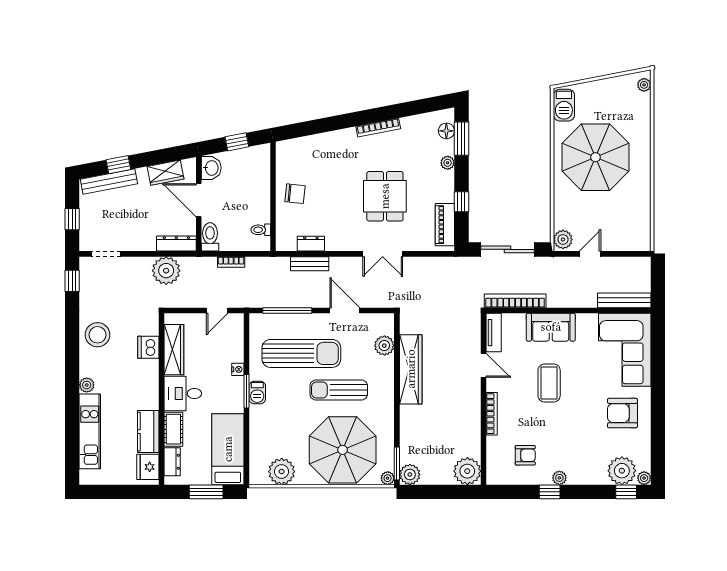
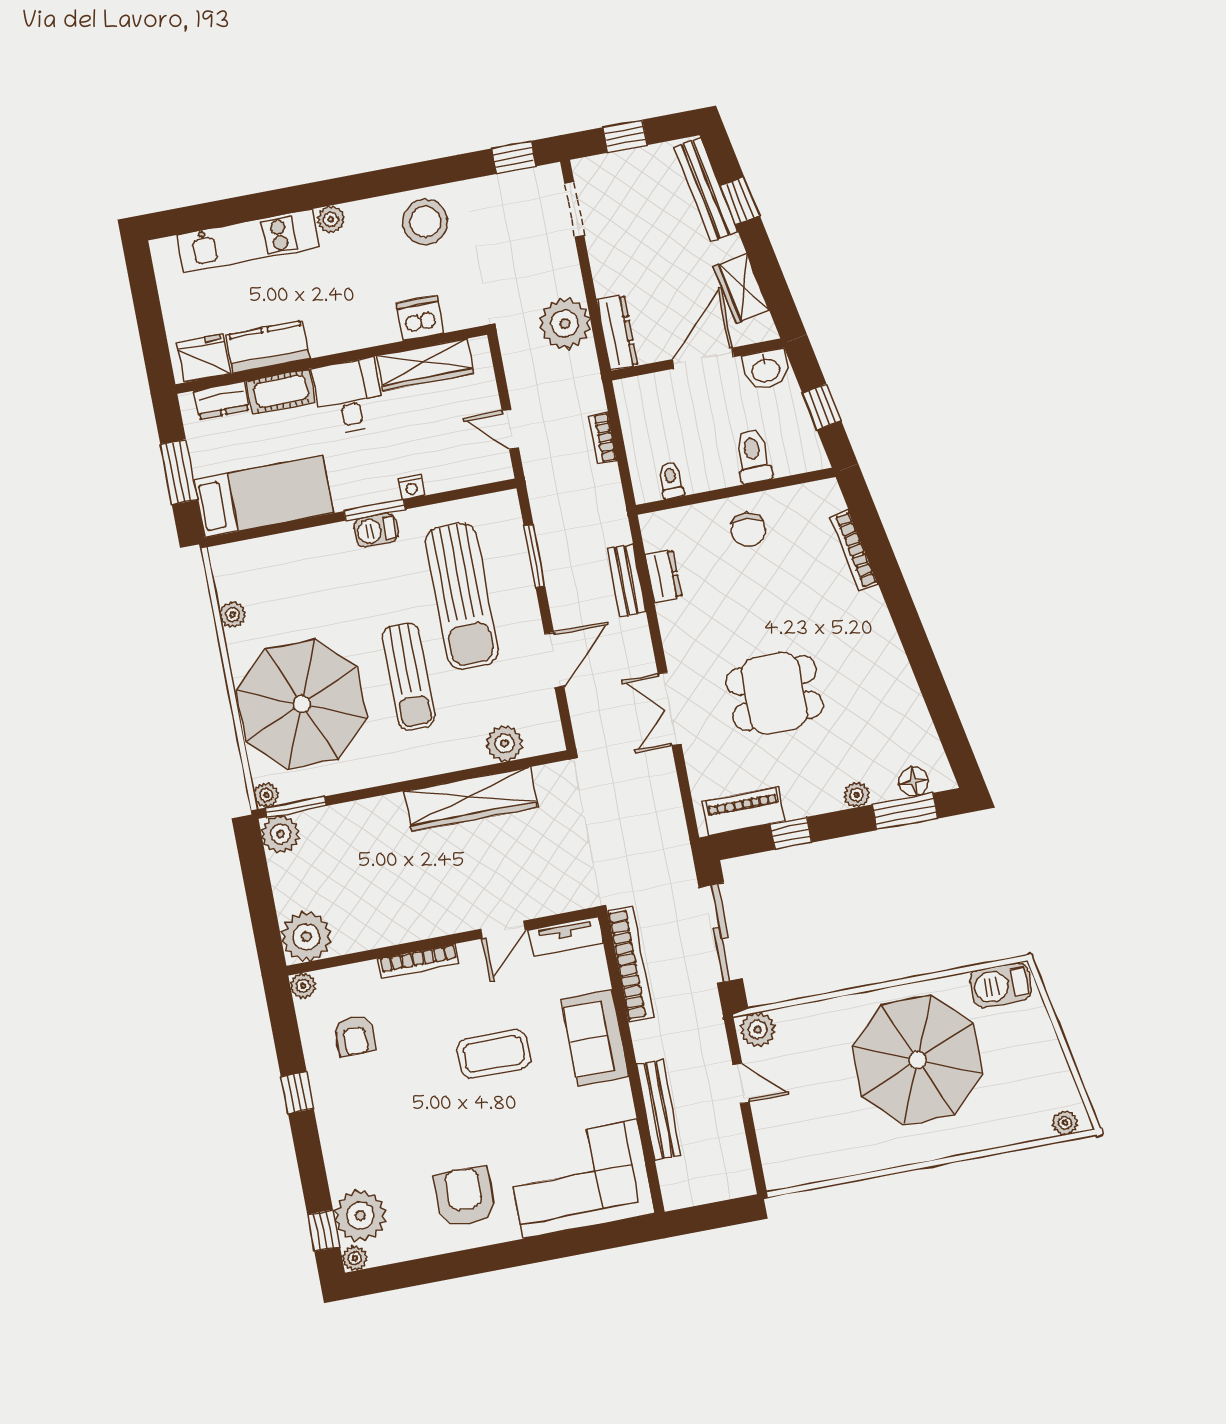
bookcase: (378, 128) -> (854, 551), moved
toilet: (210, 237) -> (753, 456), moved, turned -90
bench: (624, 300) -> (659, 1110), moved
window: (287, 311) -> (534, 556), width x0.69
sun lounger: (339, 390) -> (409, 676), turned 180
plant: (282, 472) -> (233, 615), width x0.53, depth x0.53
plant: (559, 478) -> (303, 986), moved

